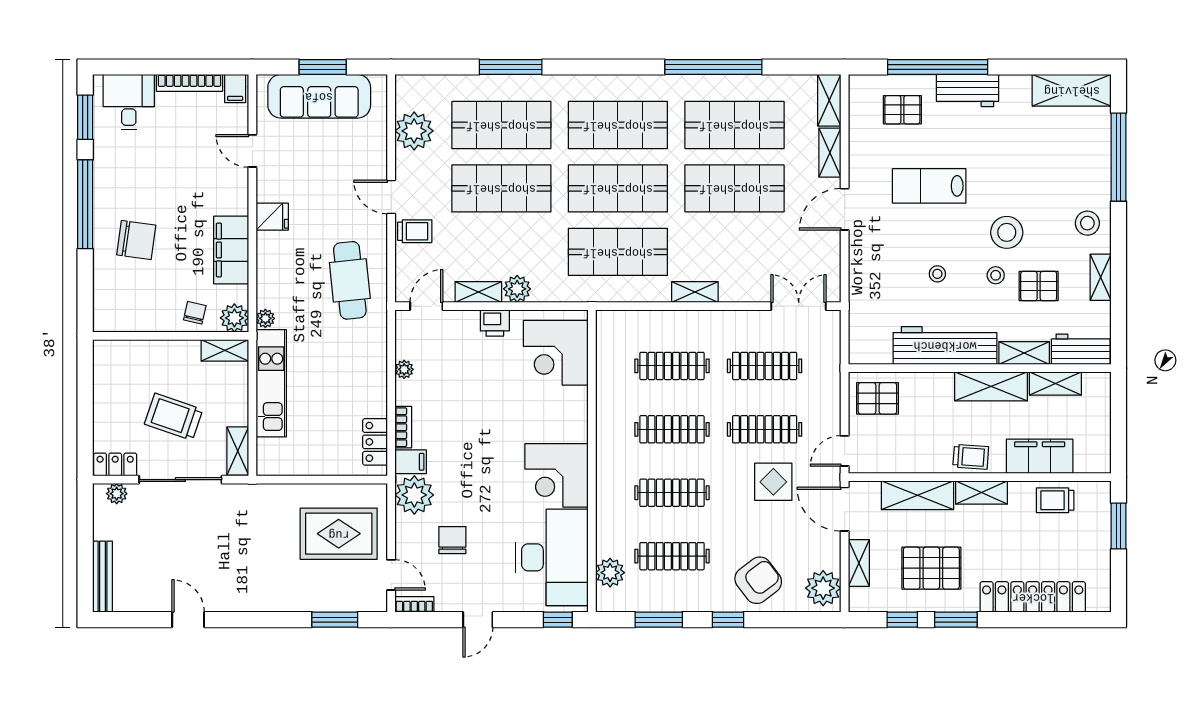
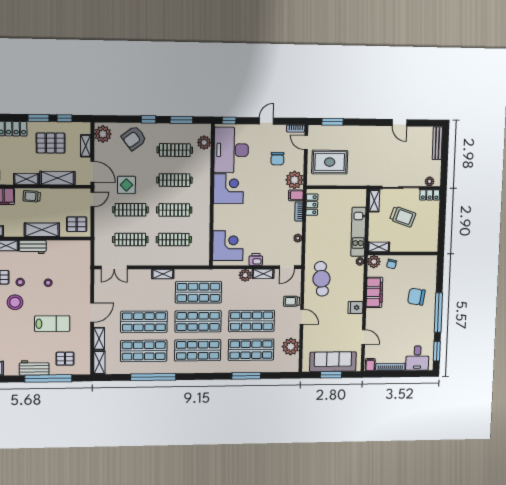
workbench: (945, 345) -> (33, 247), width x0.53, depth x0.76
shelving: (991, 386) -> (42, 230), moved

